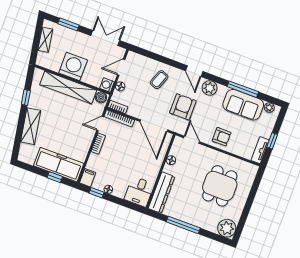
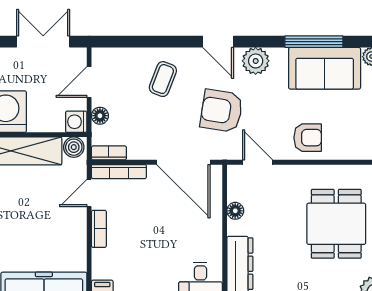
armchair: (183, 107) -> (222, 111), turned -81

